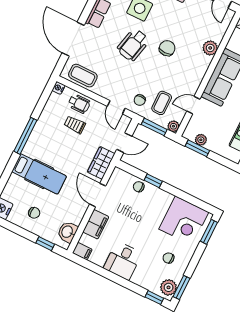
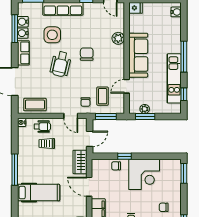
plant: (173, 126) -> (120, 109), removed
corner desk: (184, 221) -> (144, 174), moved

